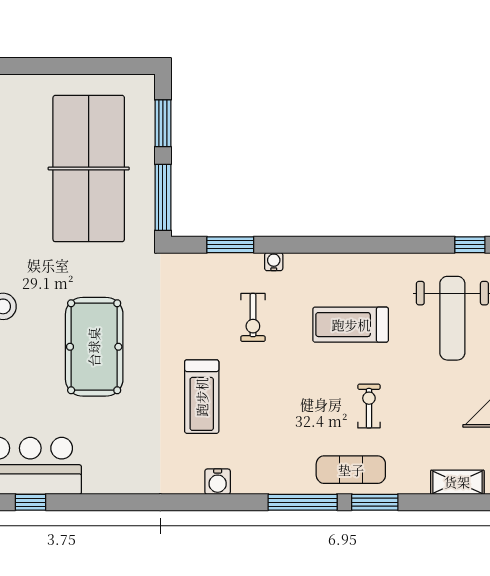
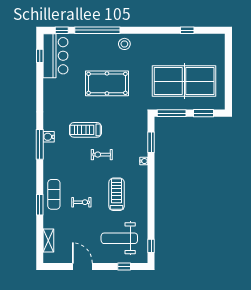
exercise bike: (253, 317) -> (102, 155), moved
window: (303, 502) -> (40, 144), moved

